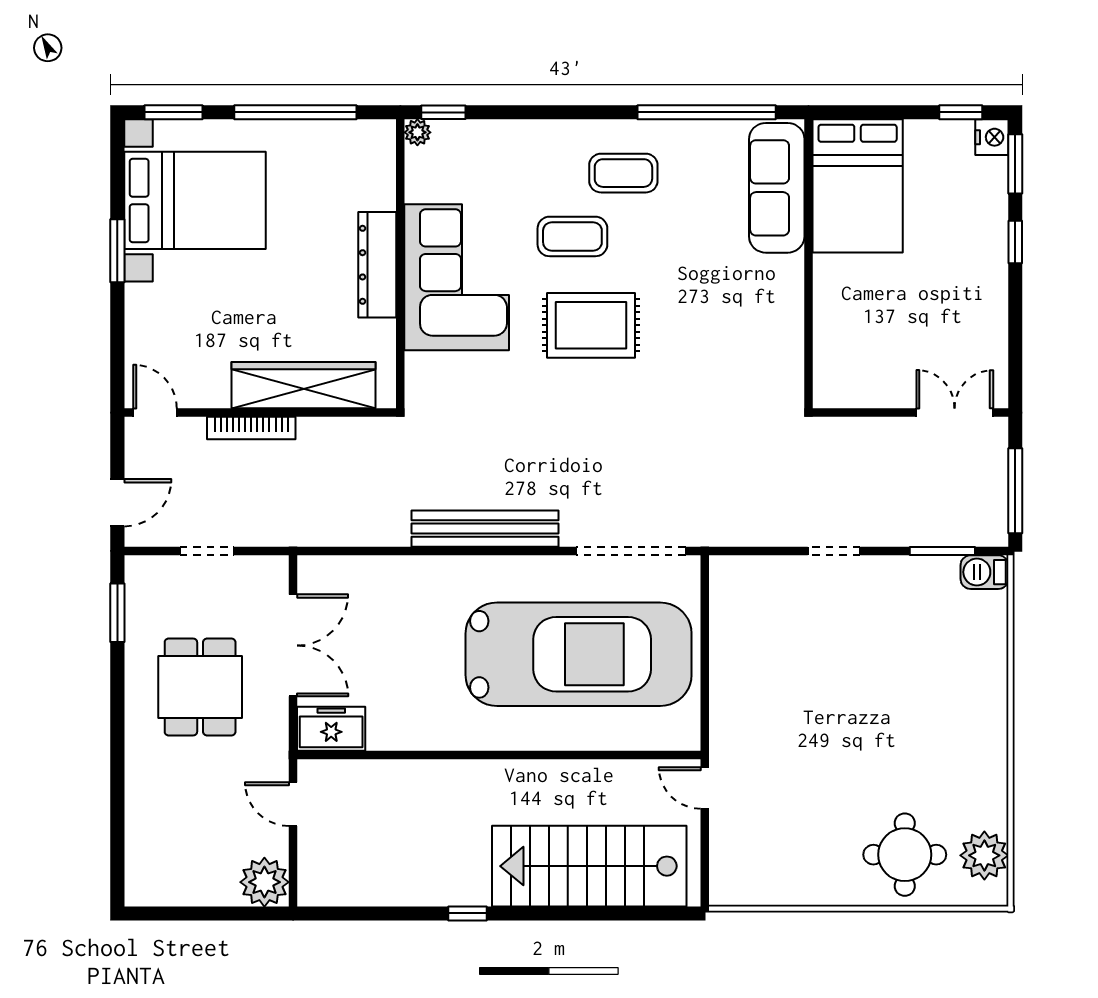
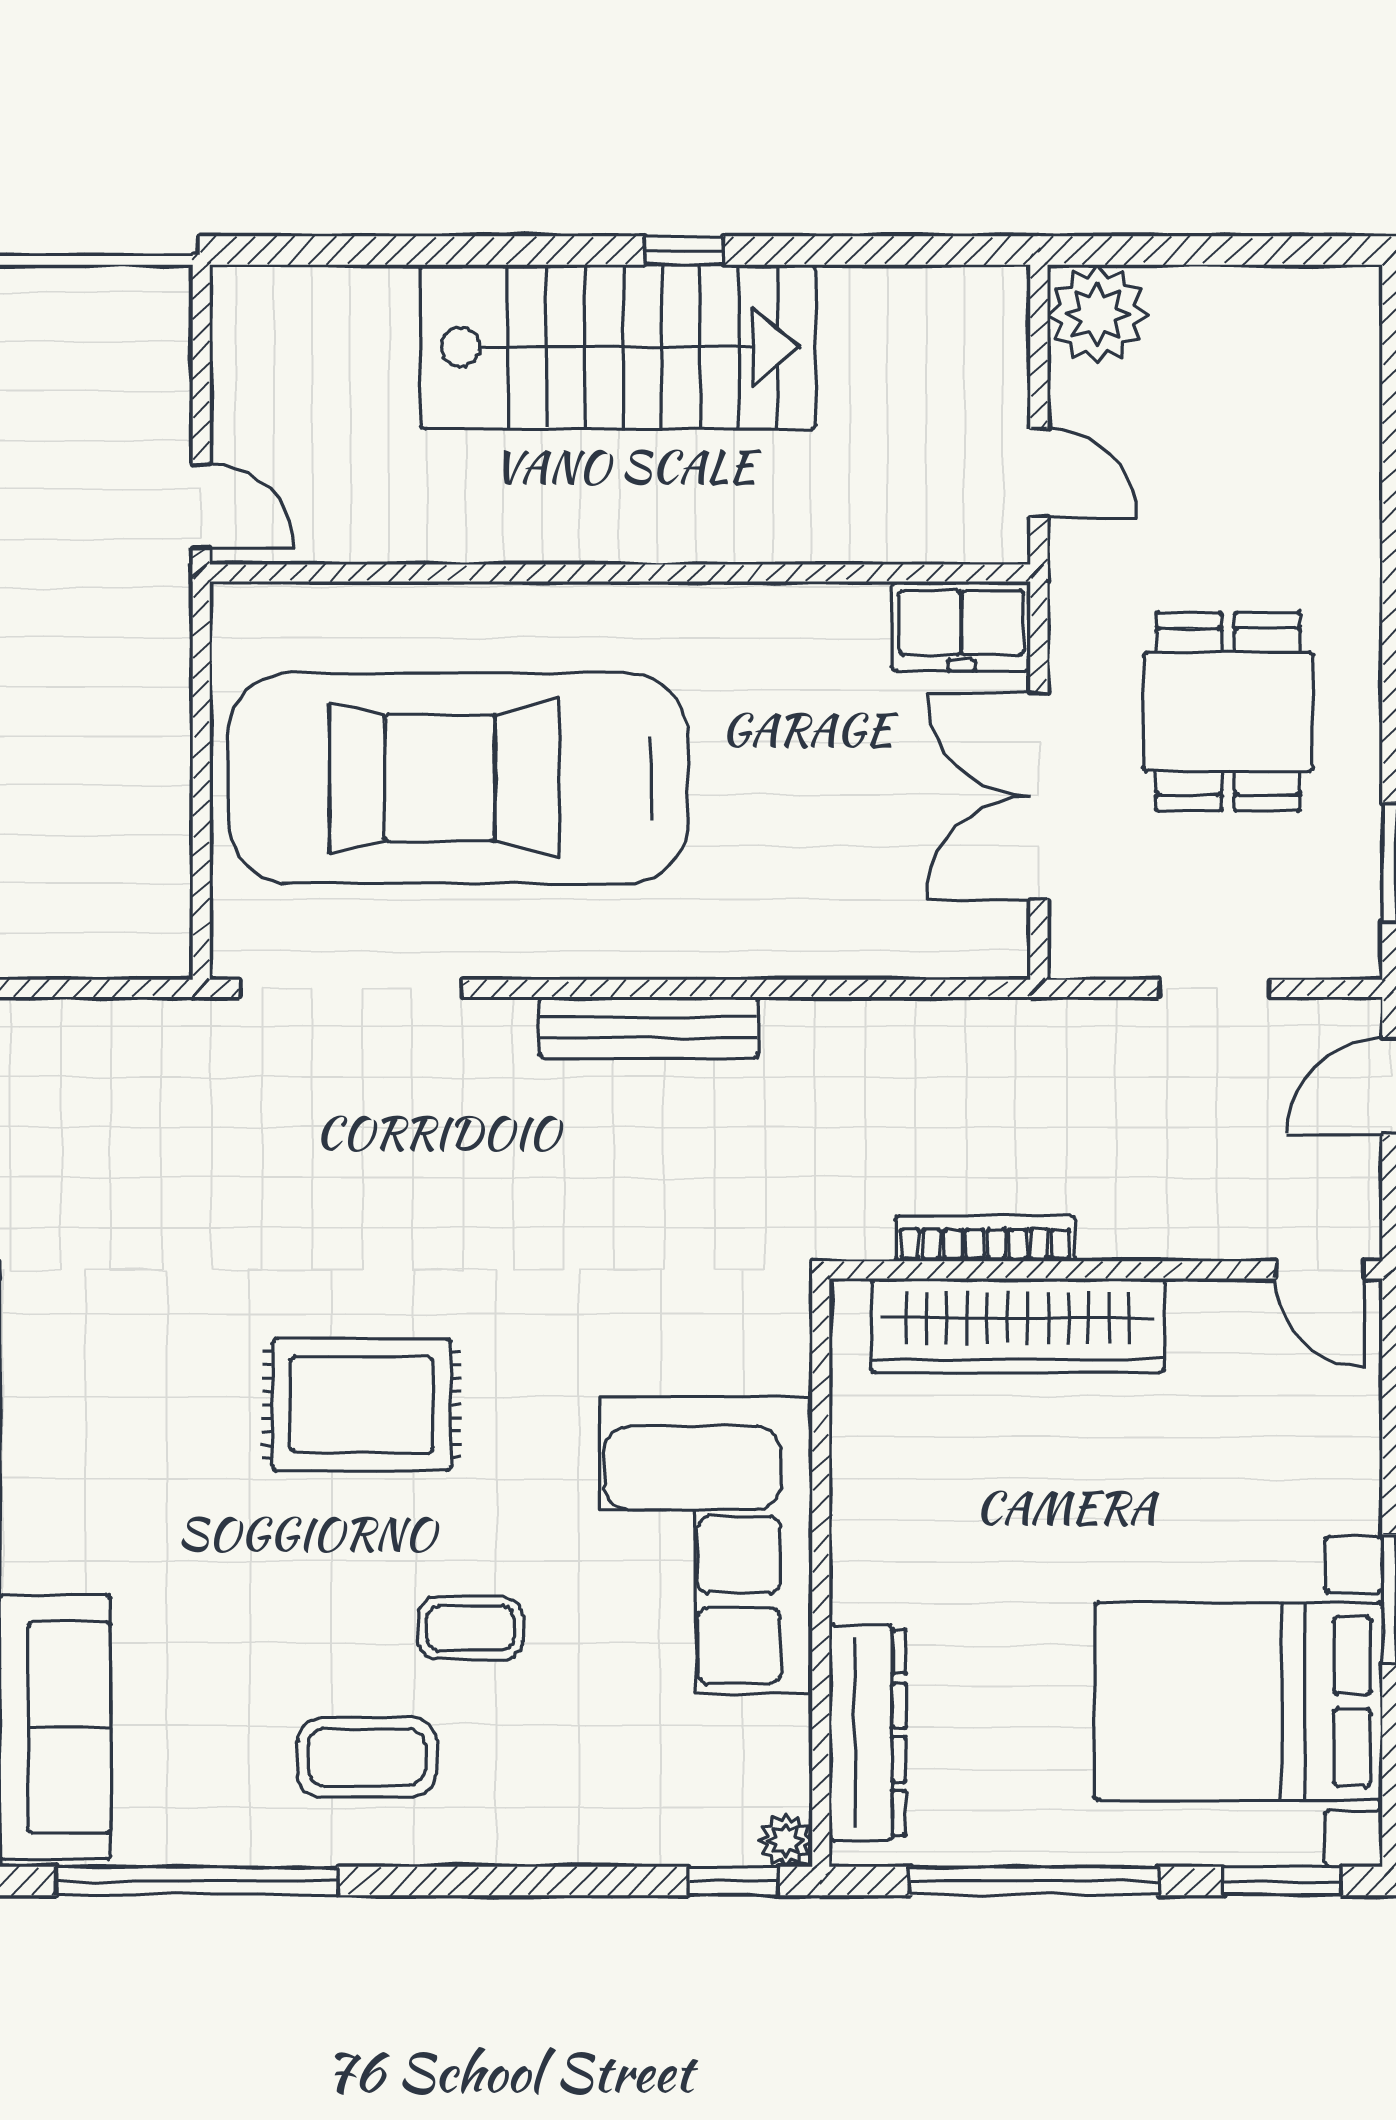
coffee table: (572, 236) -> (470, 1628), width x0.73, depth x0.77
dresser: (377, 265) -> (868, 1732), moved
rug: (591, 325) -> (362, 1405), moved
bookcase: (251, 428) -> (985, 1238), moved
bench: (485, 529) -> (649, 1027), width x0.73, depth x0.82
stairs: (589, 866) -> (618, 347), moved

